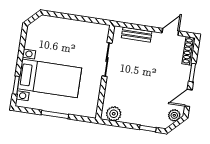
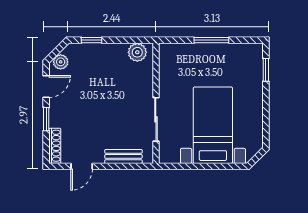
bed with nightstands: (50, 78) -> (213, 125), moved, turned 90

